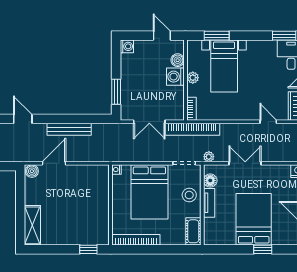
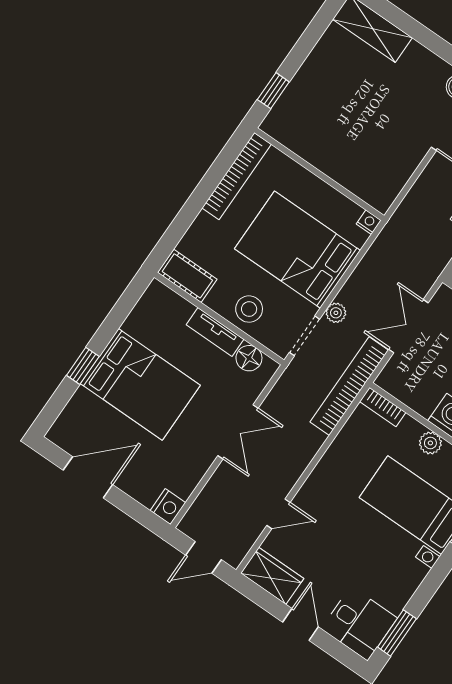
plant: (209, 157) -> (336, 313), moved

